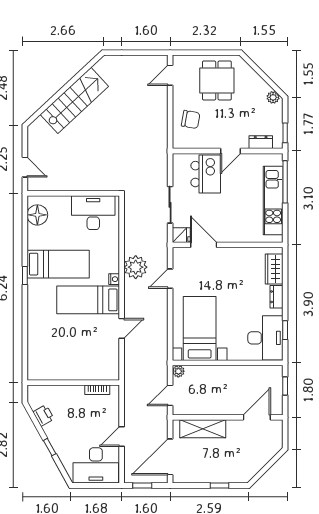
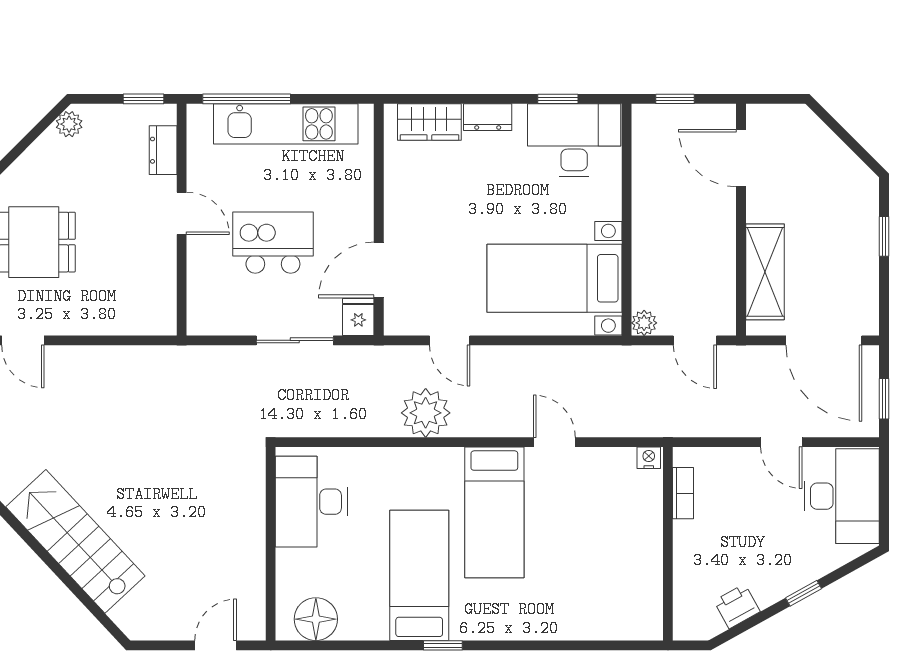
chair: (191, 119) -> (116, 297), removed
kitchen island: (206, 174) -> (273, 243), moved
nightstand: (114, 279) -> (649, 458), moved

